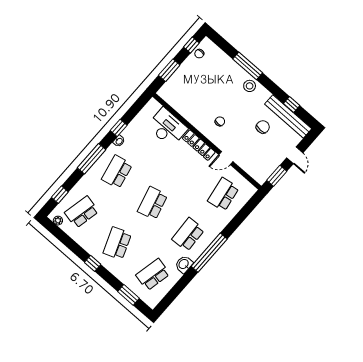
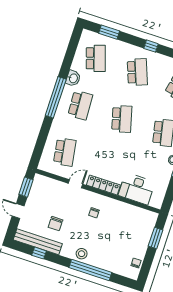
window: (191, 45) -> (146, 267), removed
window: (248, 66) -> (90, 270), width x1.46
school desk: (153, 275) -> (96, 58), turned -30

